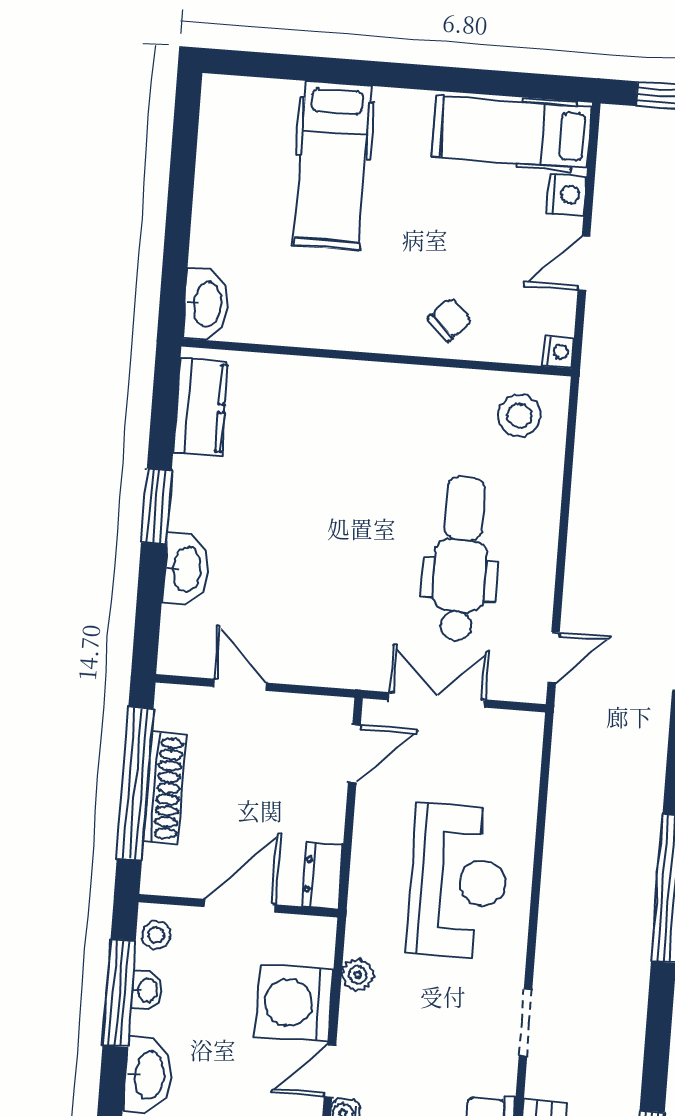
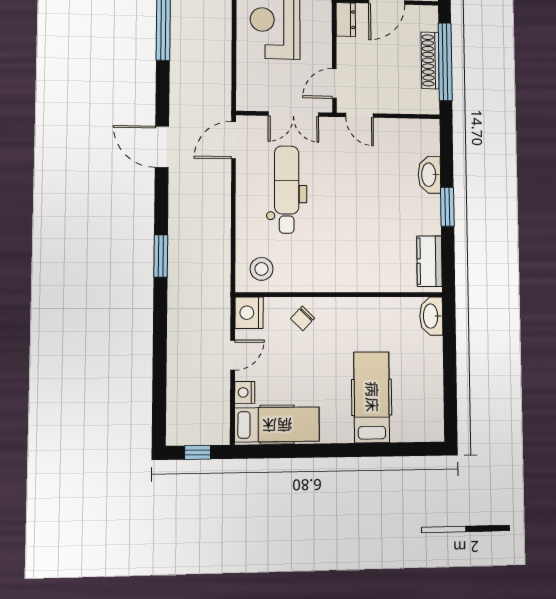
nightstand: (559, 352) -> (249, 313), width x1.89, depth x1.79
dental chair: (461, 559) -> (287, 190), turned 180
door: (554, 658) -> (234, 140), width x1.38
door: (240, 685) -> (359, 115), moved

